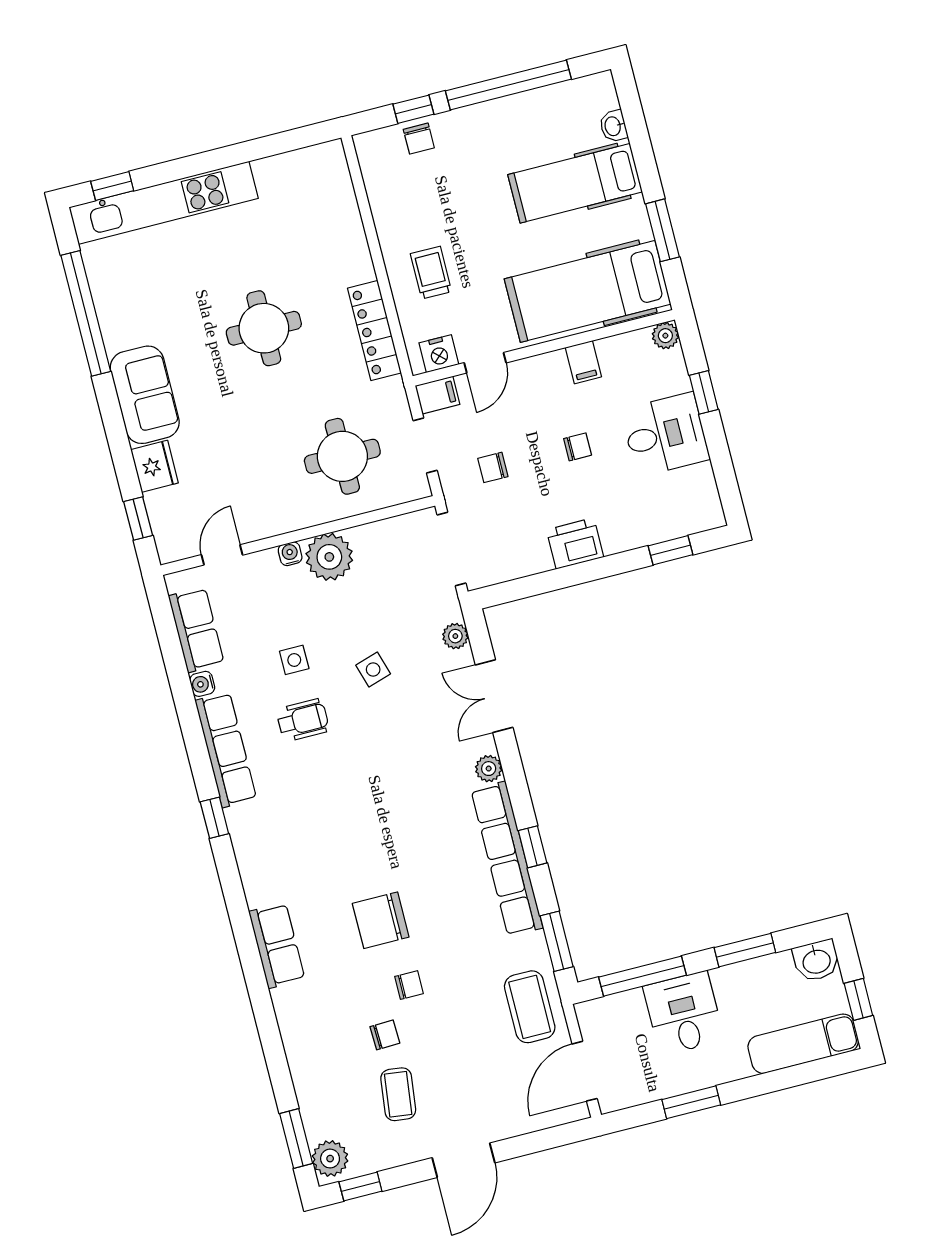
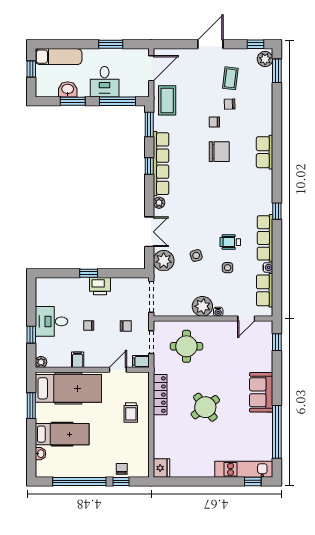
kitchen unit: (164, 203) -> (244, 469), width x0.73
round table: (264, 328) -> (205, 407), turned -37
nightstand: (439, 354) -> (136, 378), removed
fridge: (155, 466) -> (161, 468), moved, turned 180
window: (670, 550) -> (89, 273), moved
plant: (455, 636) -> (164, 261), width x1.88, depth x1.88
washbasin: (816, 961) -> (68, 89), moved

